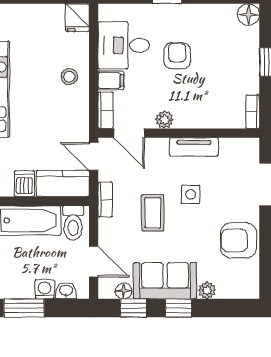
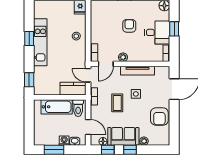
desk: (124, 45) -> (157, 32), moved, turned 180
filing cabinet: (111, 80) -> (97, 38), removed
door: (129, 133) -> (106, 64), hinge flipped
tv unit: (194, 147) -> (138, 71), width x1.41
dishwasher: (24, 184) -> (54, 89), removed
armchair: (239, 240) -> (159, 116), turned -90

